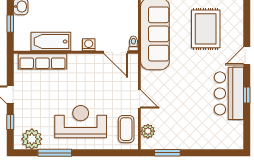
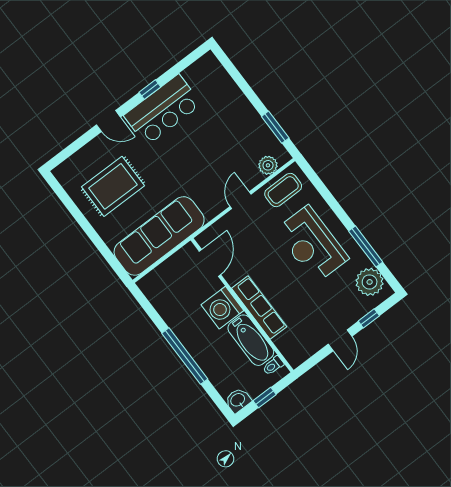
toilet: (133, 43) -> (273, 366), moved
washing machine: (89, 45) -> (222, 308), width x1.89, depth x1.89
row of seats: (42, 61) -> (259, 307), moved

